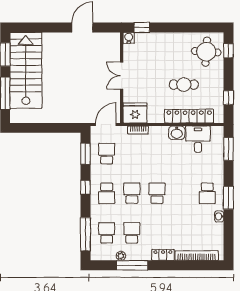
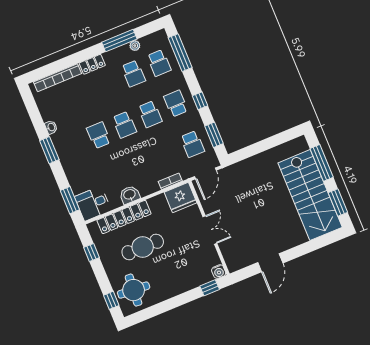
cafe table: (184, 85) -> (143, 247), width x1.37, depth x1.35
desk: (198, 139) -> (93, 203), moved, turned 90
school desk: (207, 193) -> (99, 135), moved

